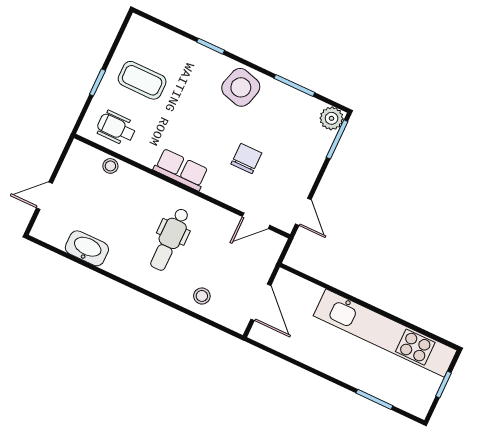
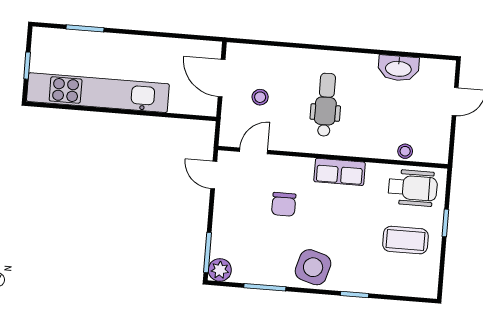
wheelchair: (116, 128) -> (413, 188), width x1.36, depth x1.37
stool: (202, 296) -> (260, 97), moved

